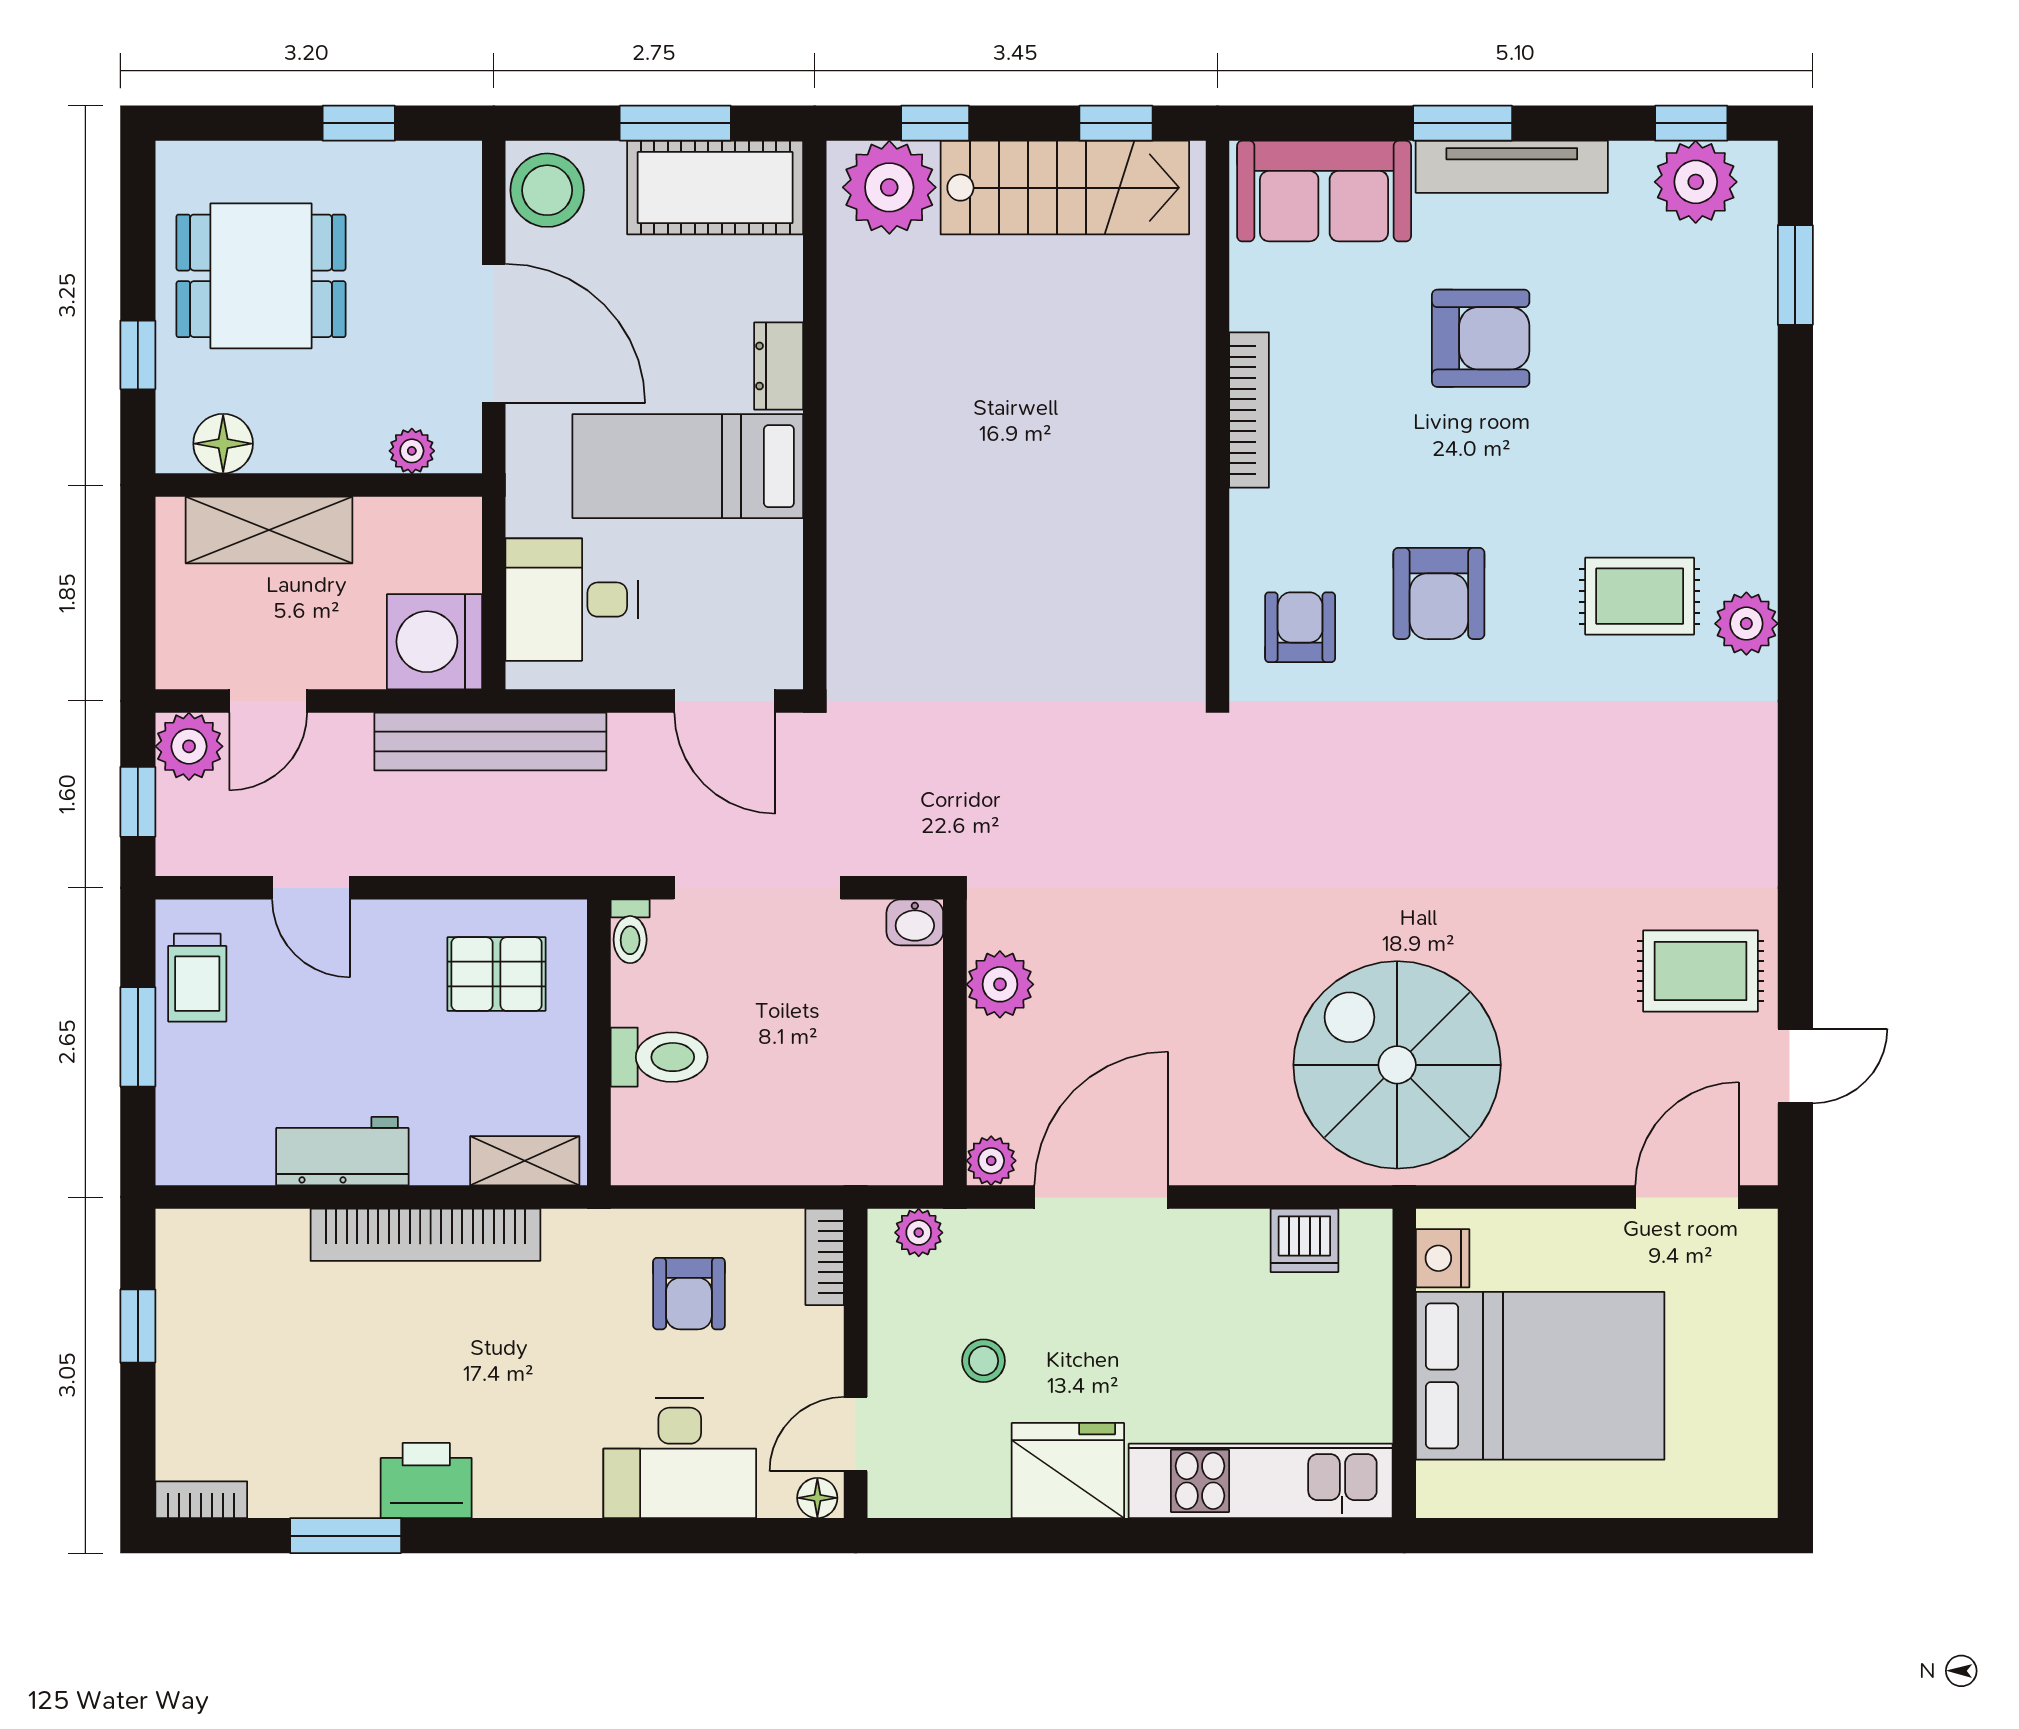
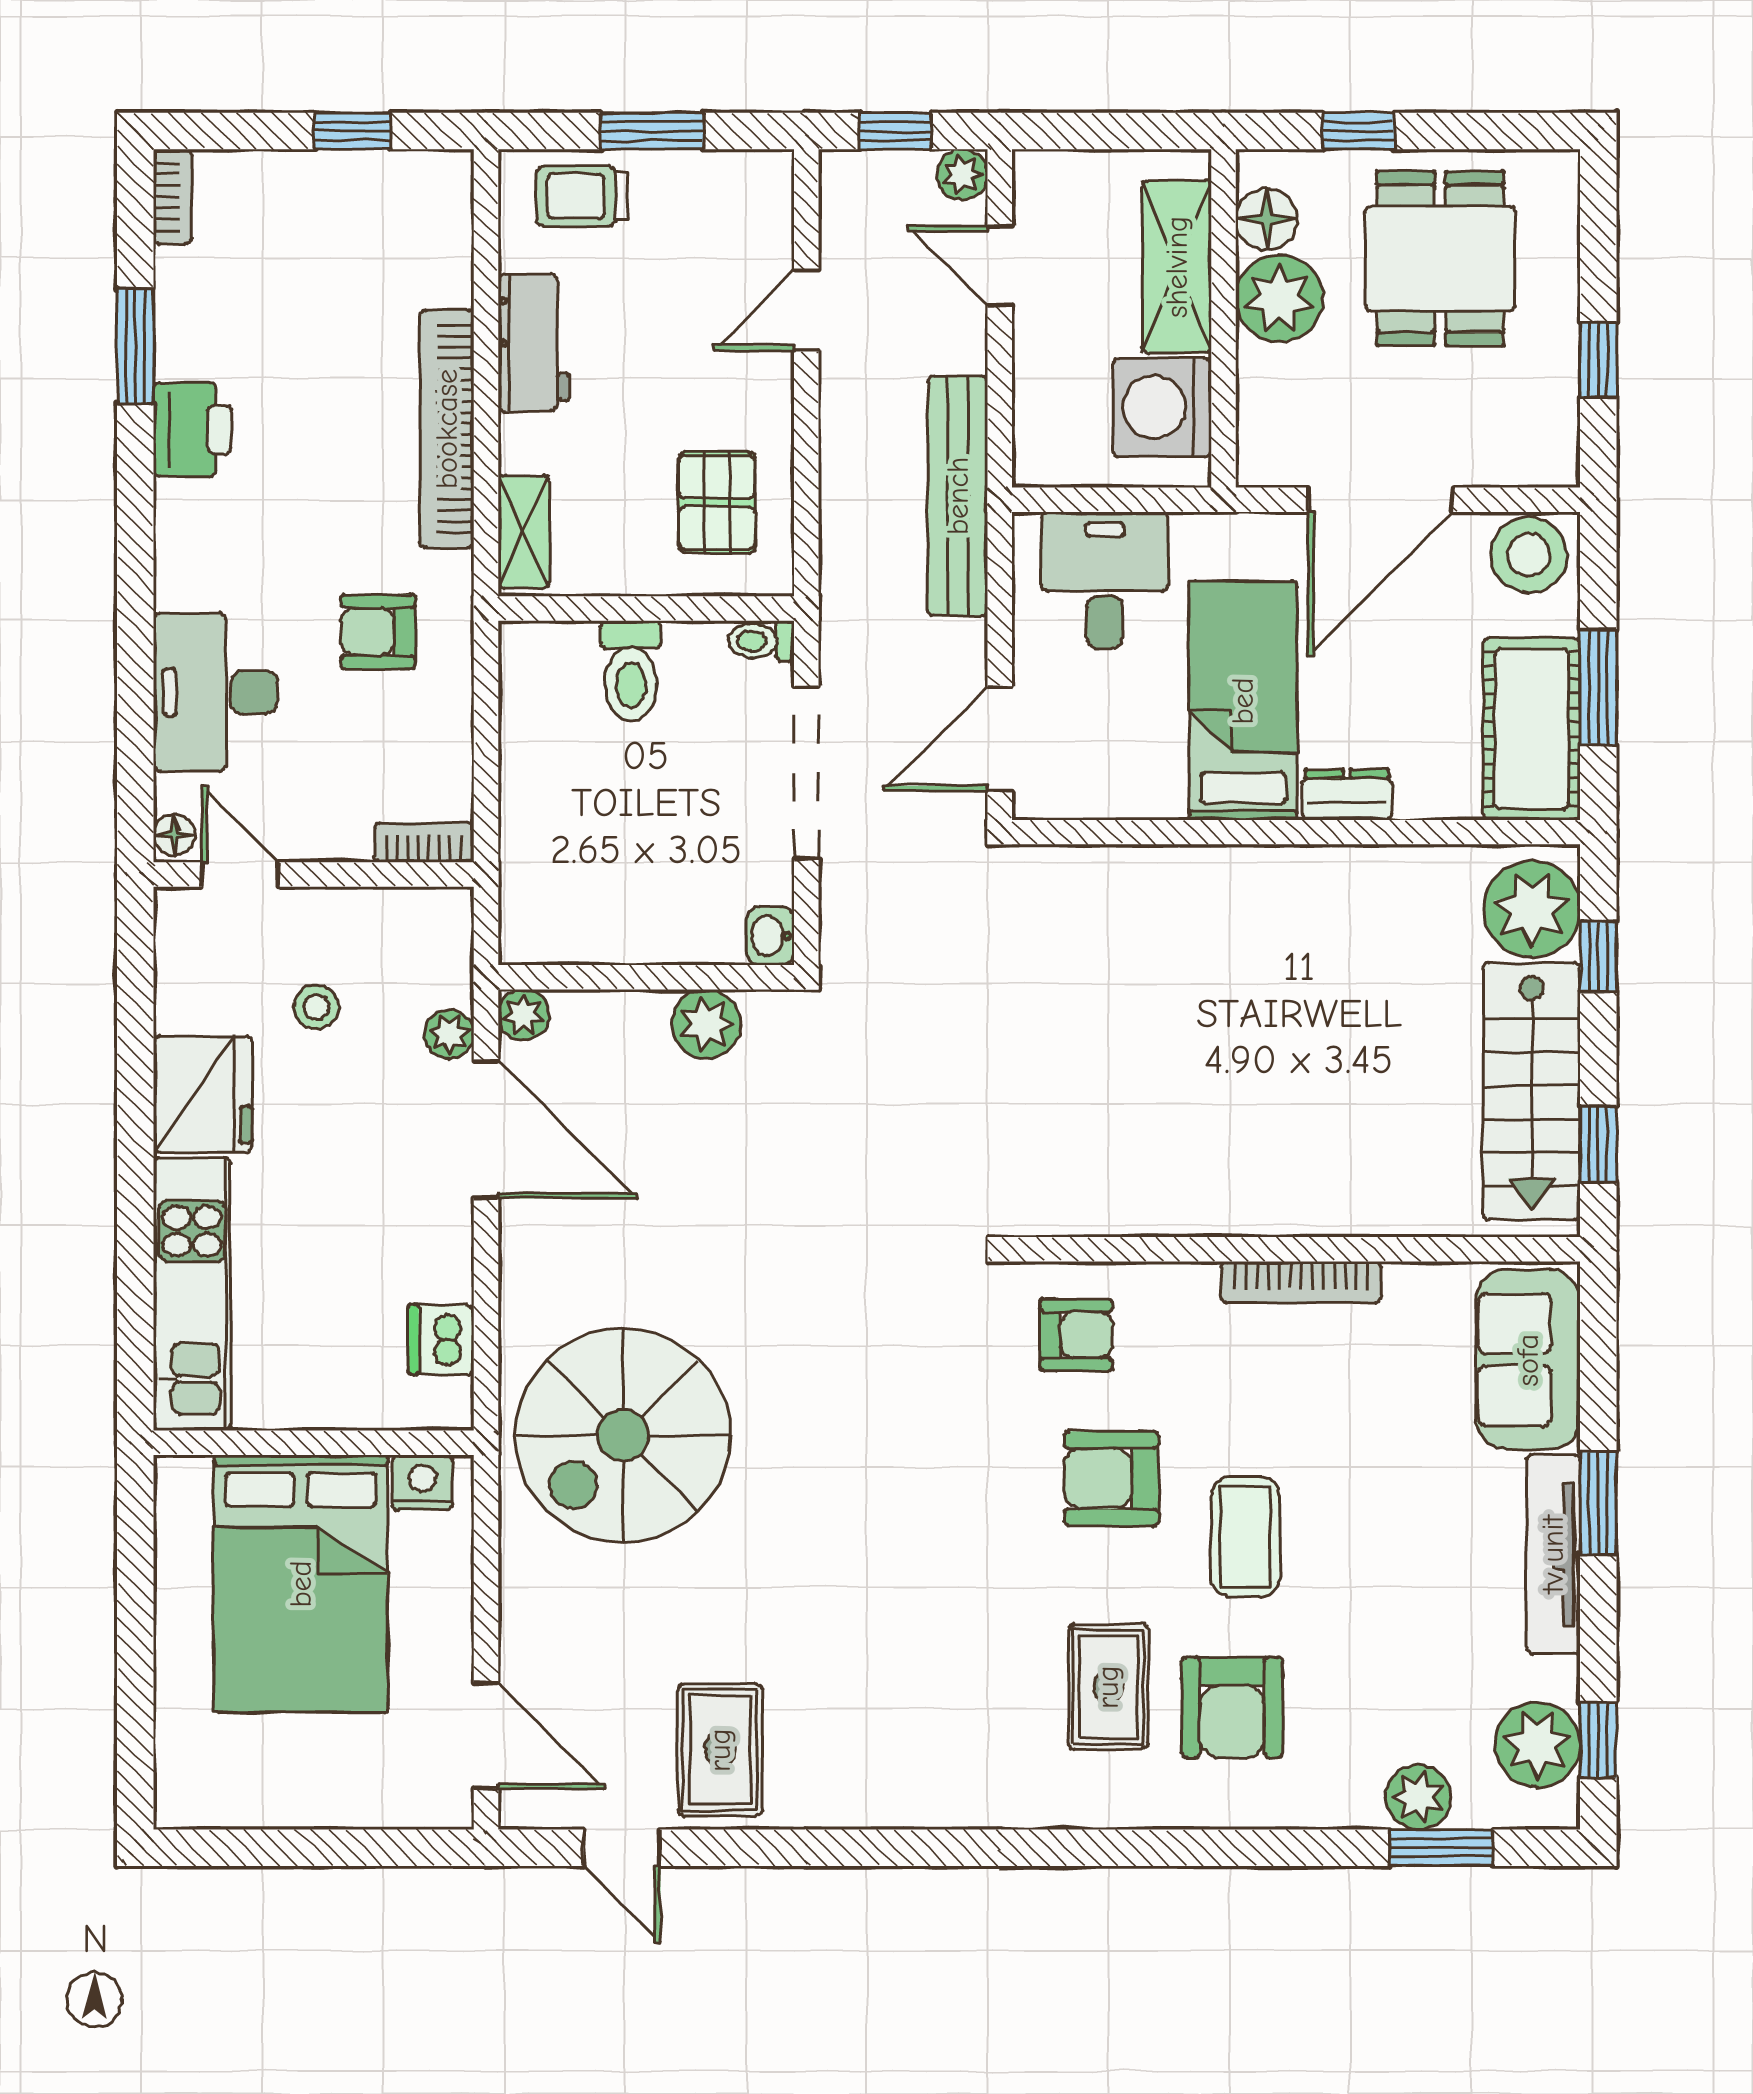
armchair: (1481, 338) -> (1232, 1707), moved
plant: (412, 451) -> (1279, 299), moved, width x1.88, depth x1.88
coffee table: (1495, 464) -> (1245, 1537), added
plant: (1746, 624) -> (1418, 1797), moved
washing machine: (435, 642) -> (1162, 407), moved, turned -90
plant: (189, 746) -> (962, 174), width x0.73, depth x0.73
trolley: (197, 978) -> (582, 196), moved
spiral stairs: (1397, 1065) -> (623, 1435), turned 180
plant: (919, 1233) -> (449, 1034), moved
armchair: (689, 1294) -> (378, 632), moved

